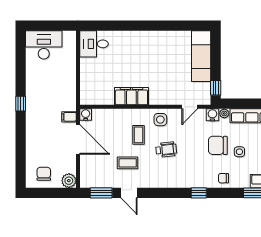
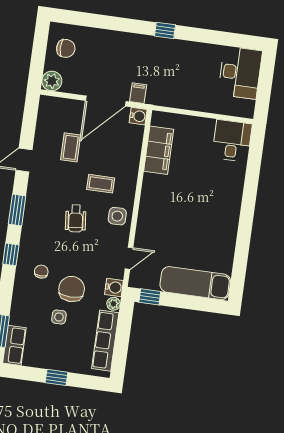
filing cabinet: (131, 96) -> (159, 150), moved
door: (190, 107) -> (129, 258), swing flipped
coffee table: (128, 163) -> (71, 147), moved
chair: (223, 178) -> (41, 272), moved
window: (101, 193) -> (17, 210), moved

